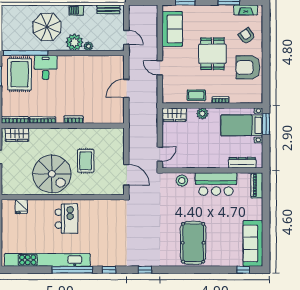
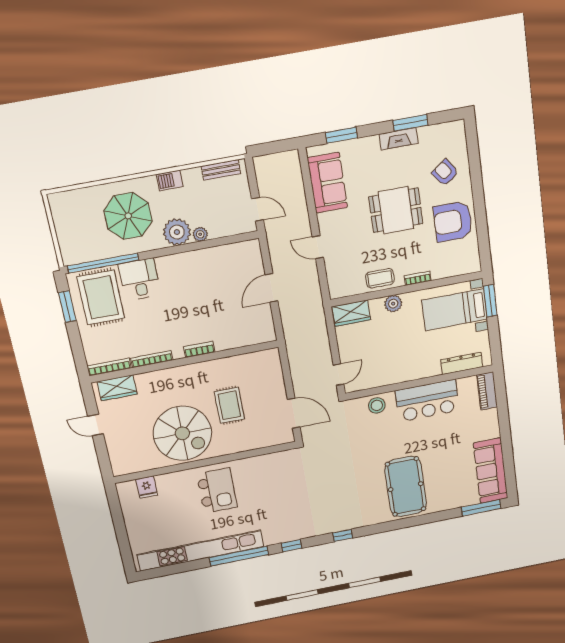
fireplace: (246, 10) -> (399, 139), moved
dining table: (212, 54) -> (396, 210), turned 90
window: (243, 270) -> (481, 508), width x2.17

